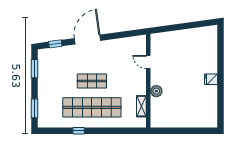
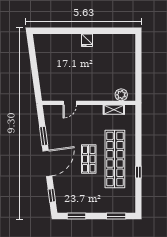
window: (115, 36) -> (44, 136), added
door: (87, 39) -> (47, 163), swing flipped
plant: (156, 91) -> (121, 95), moved

